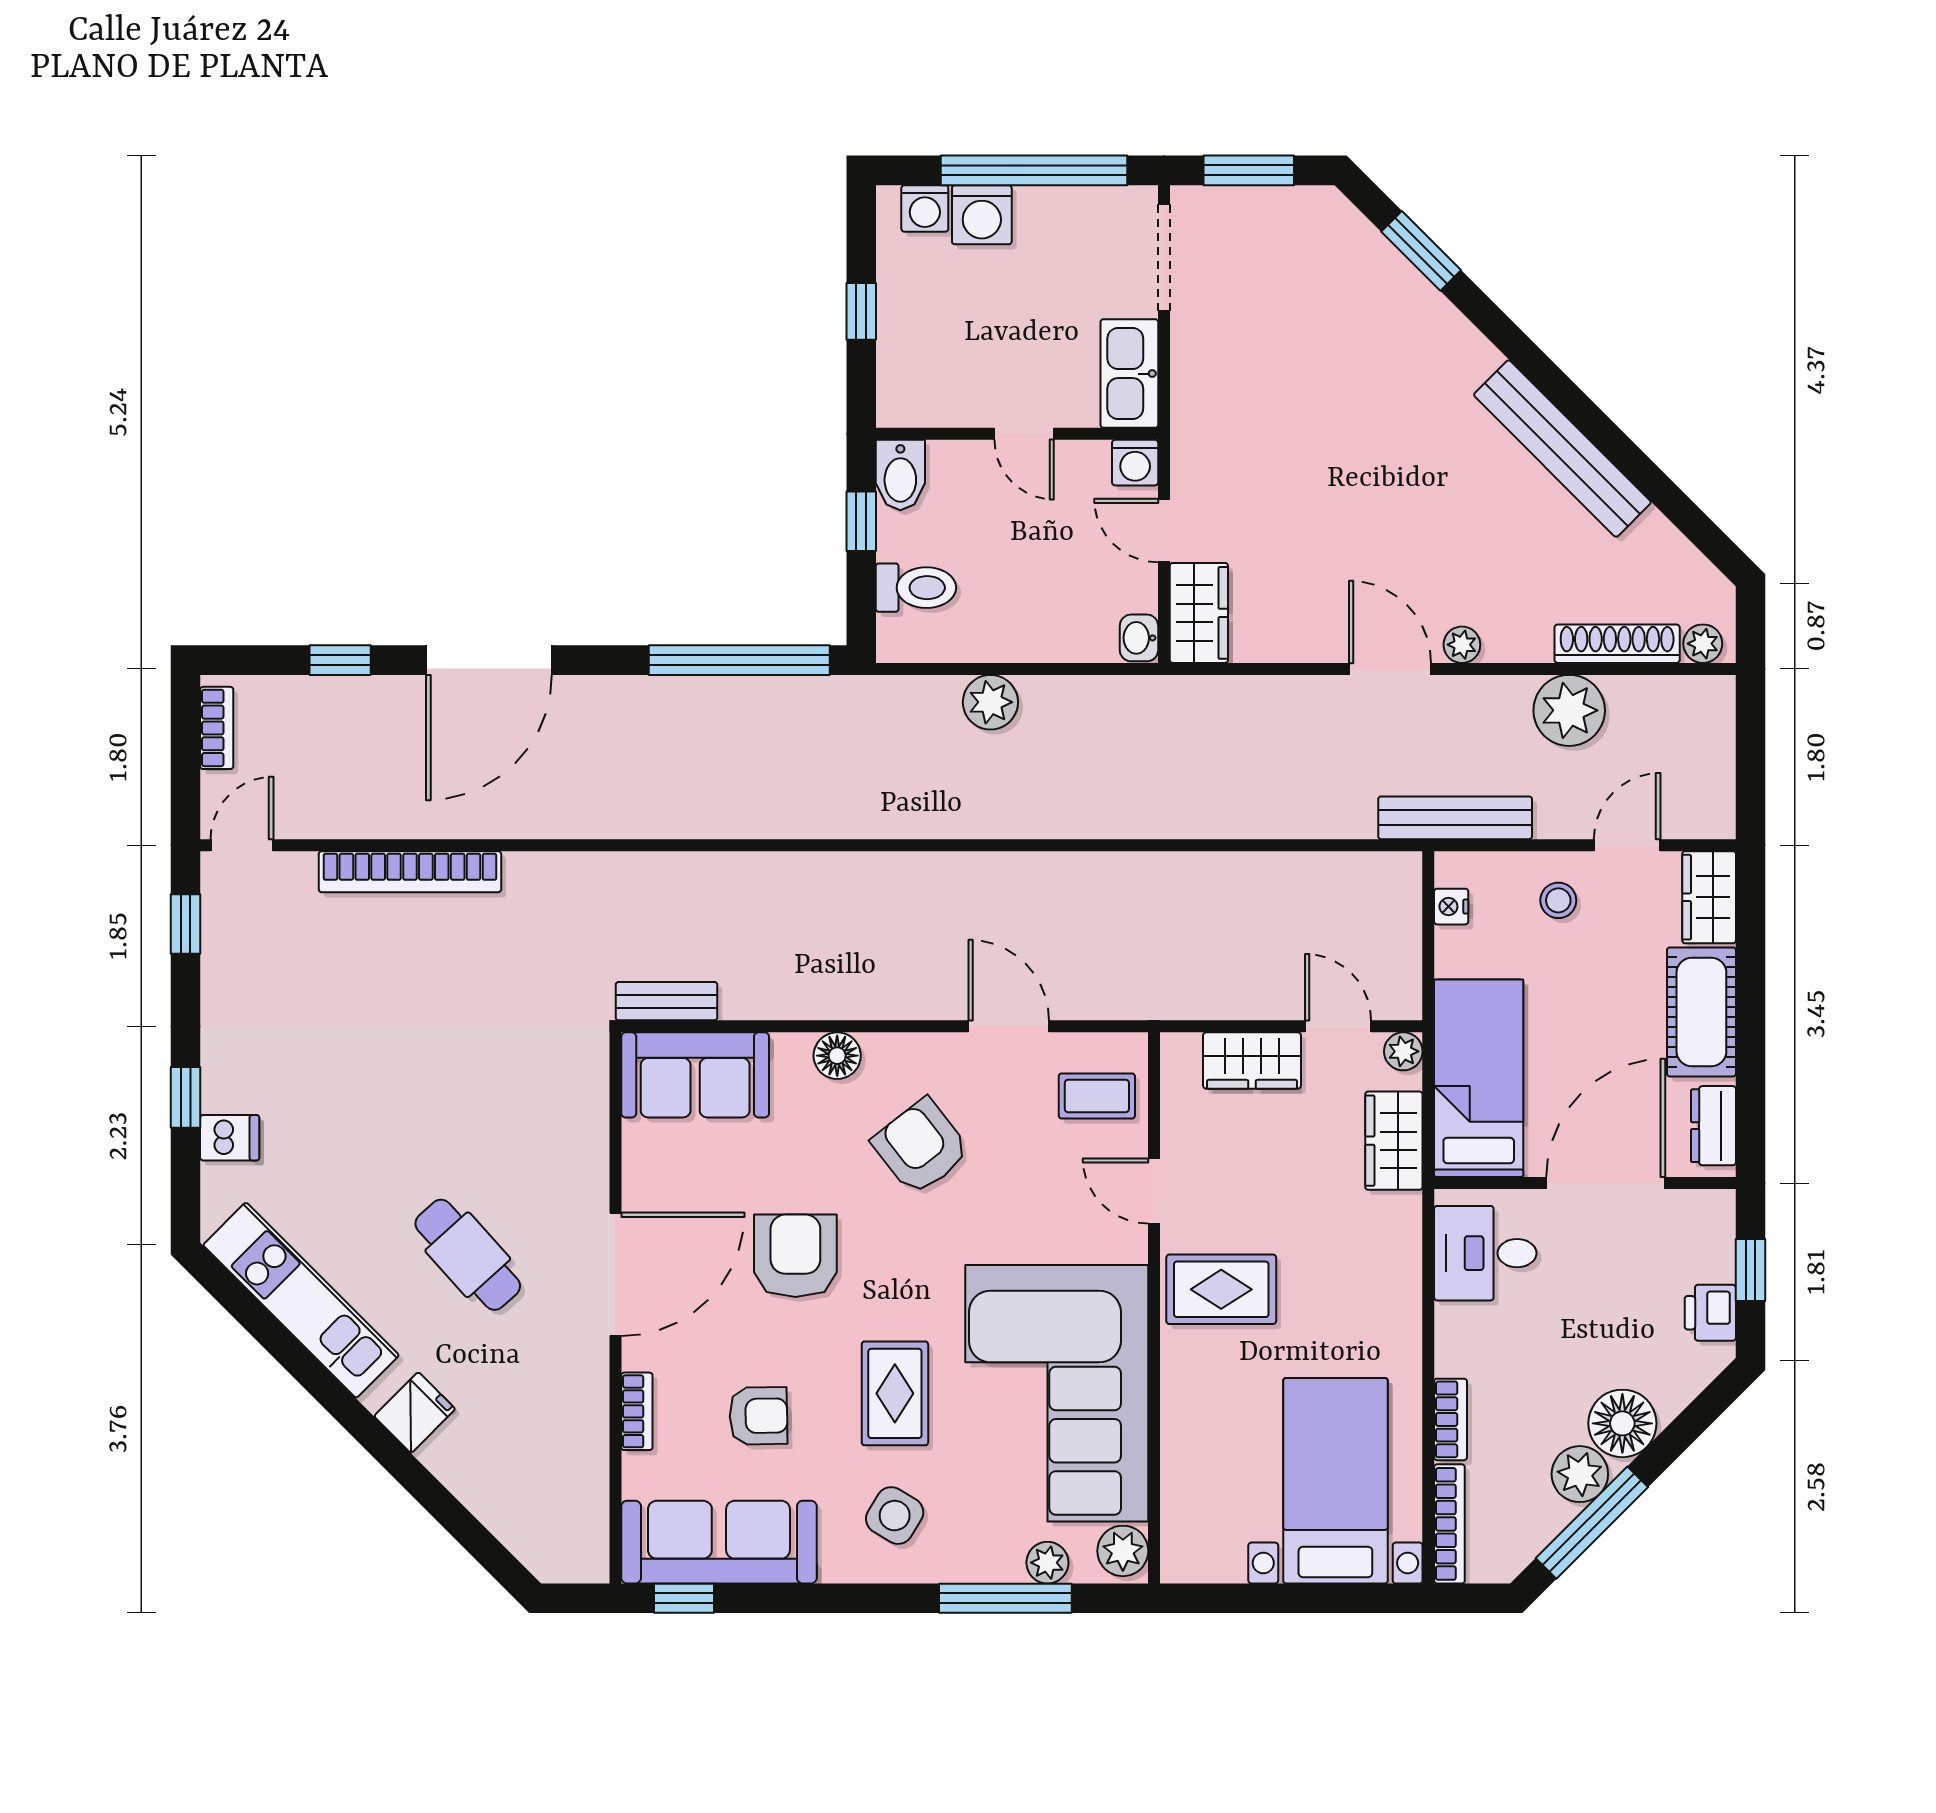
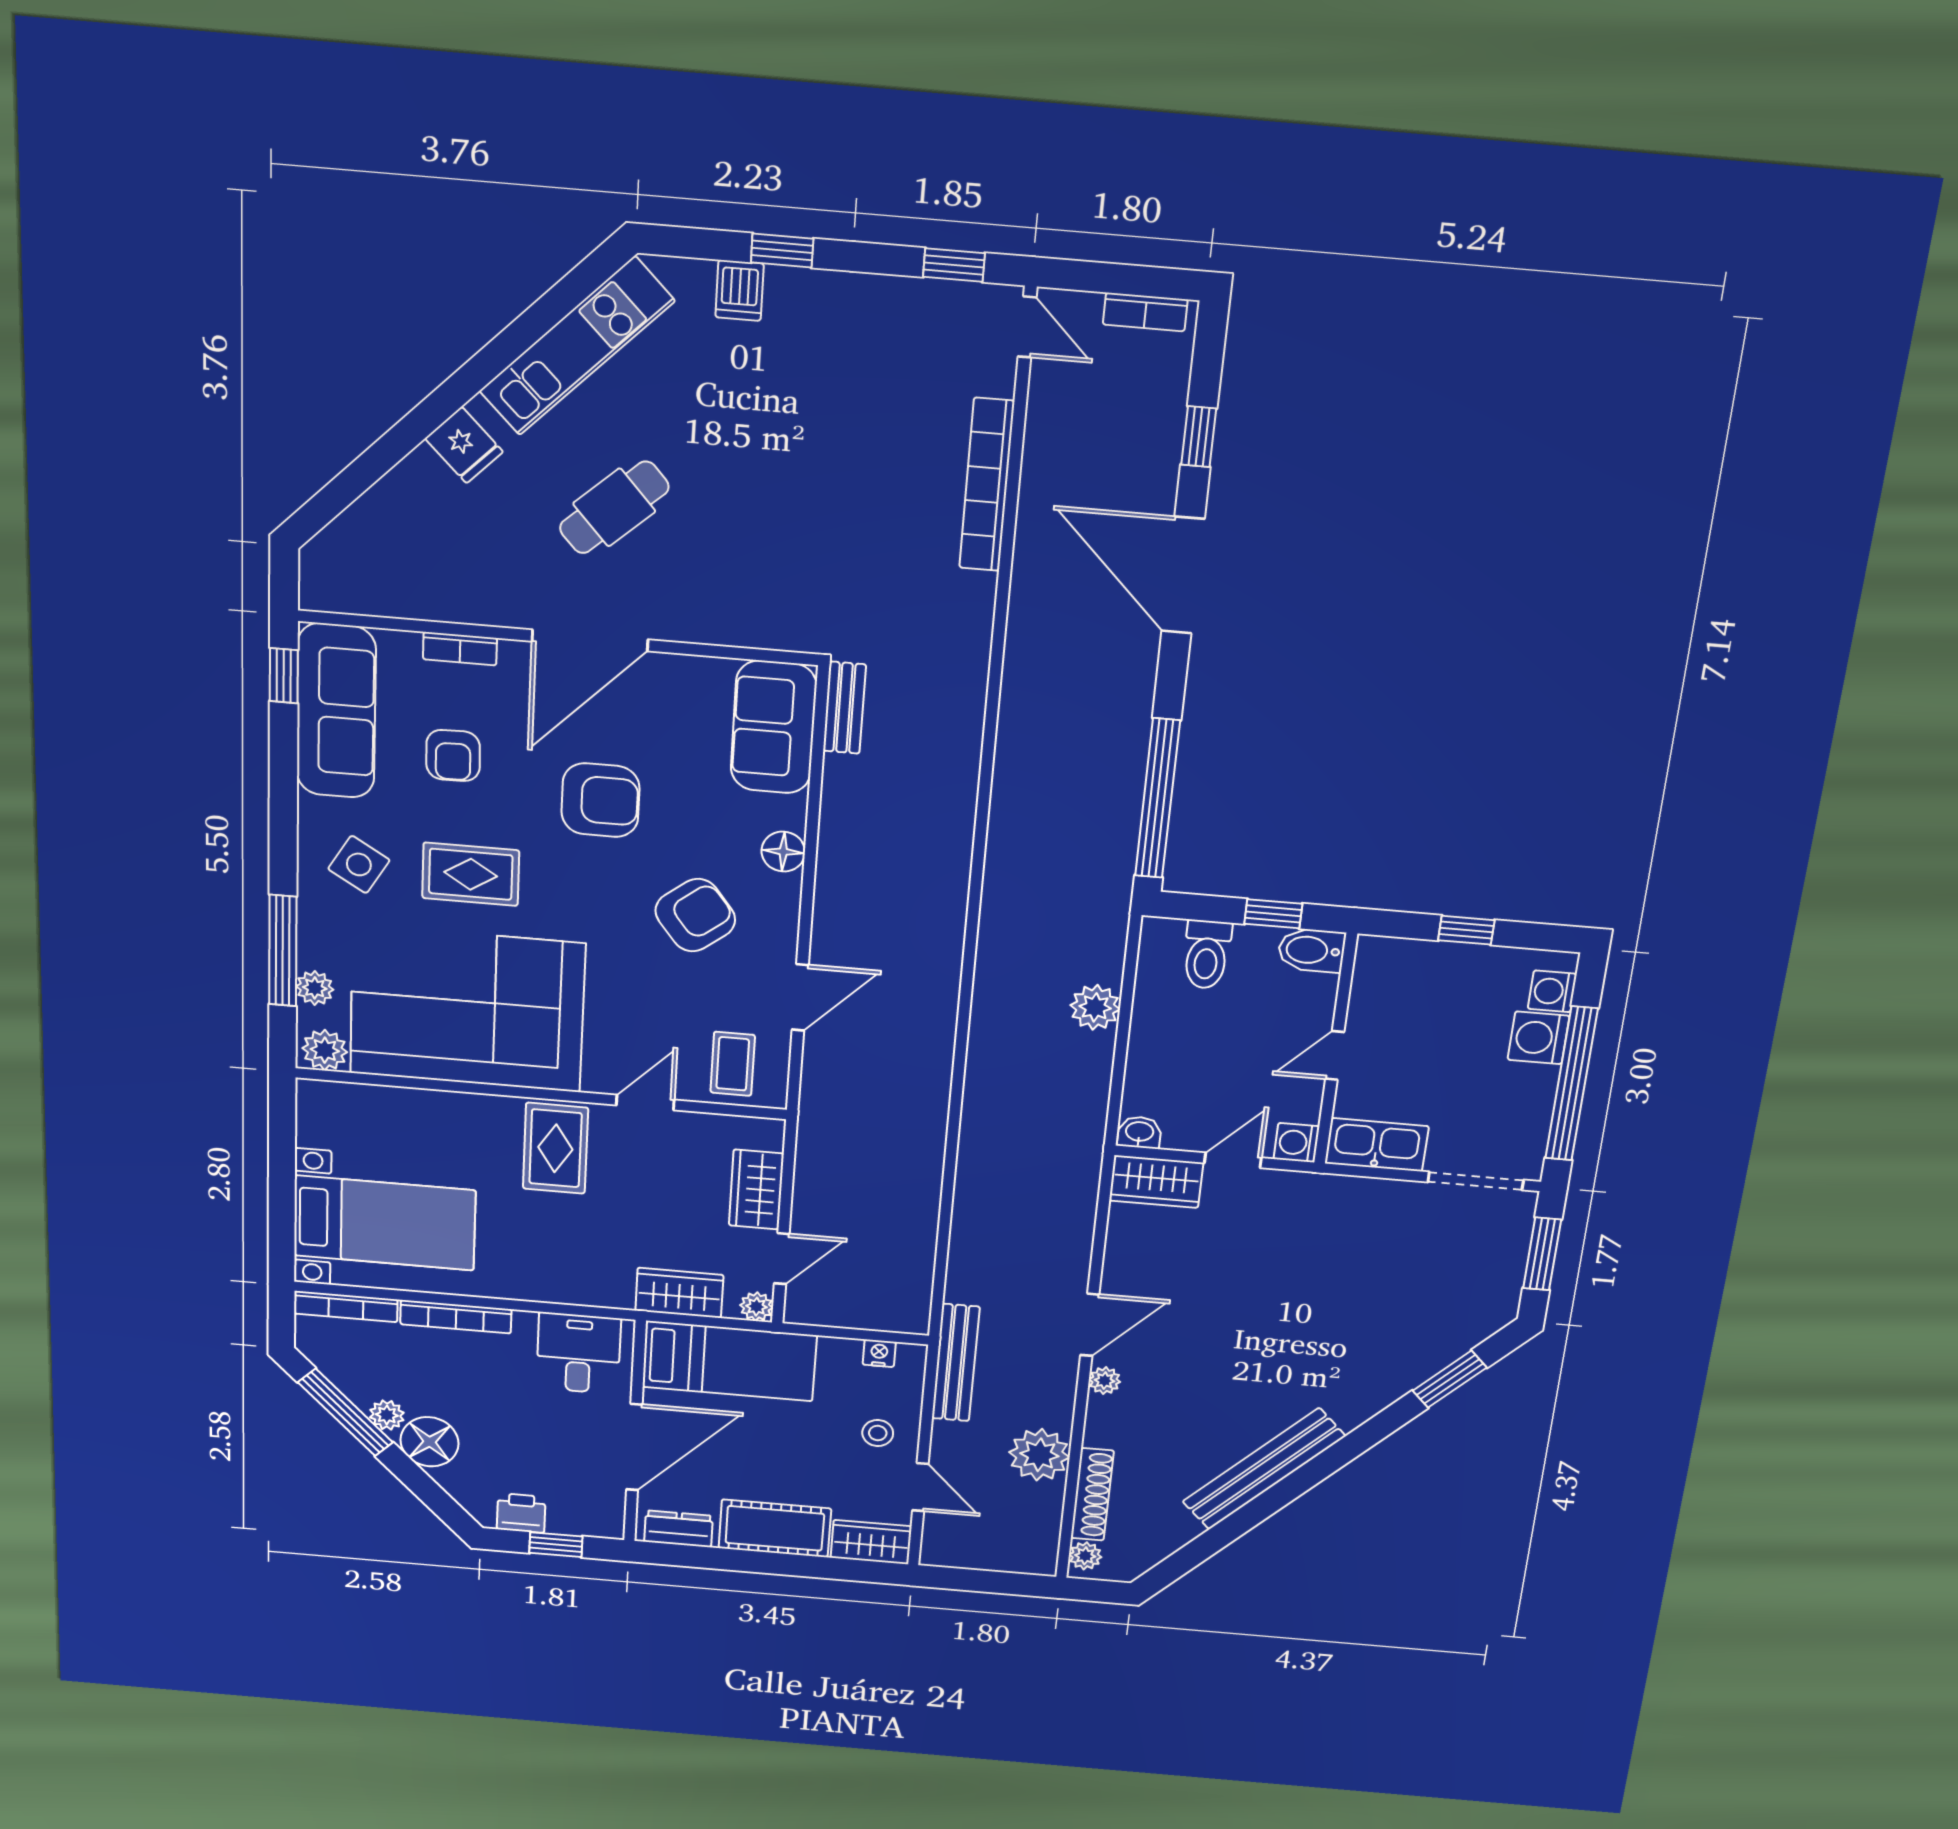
door: (1606, 1183) -> (634, 1447), hinge flipped
door: (615, 1274) -> (590, 640), hinge flipped
bookcase: (1451, 1419) -> (456, 1317), width x1.56
plant: (1580, 1474) -> (387, 1415), width x0.73, depth x0.73

